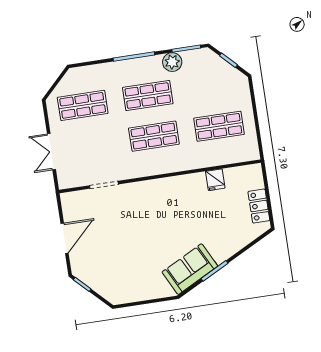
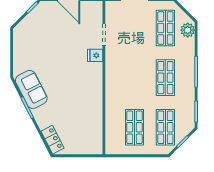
plant: (172, 62) -> (188, 30), moved
shop shelf: (154, 136) -> (165, 127), moved
fridge: (215, 180) -> (95, 55), moved
locker: (259, 206) -> (52, 140), moved, turned 63

